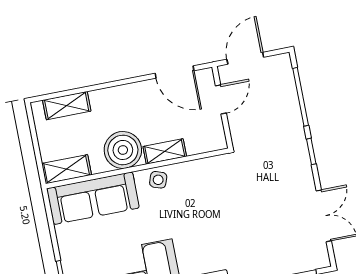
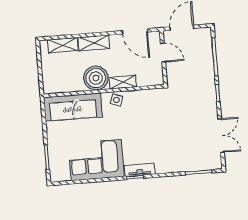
door: (221, 99) -> (163, 53), hinge flipped
shelving: (67, 169) -> (94, 43), moved

